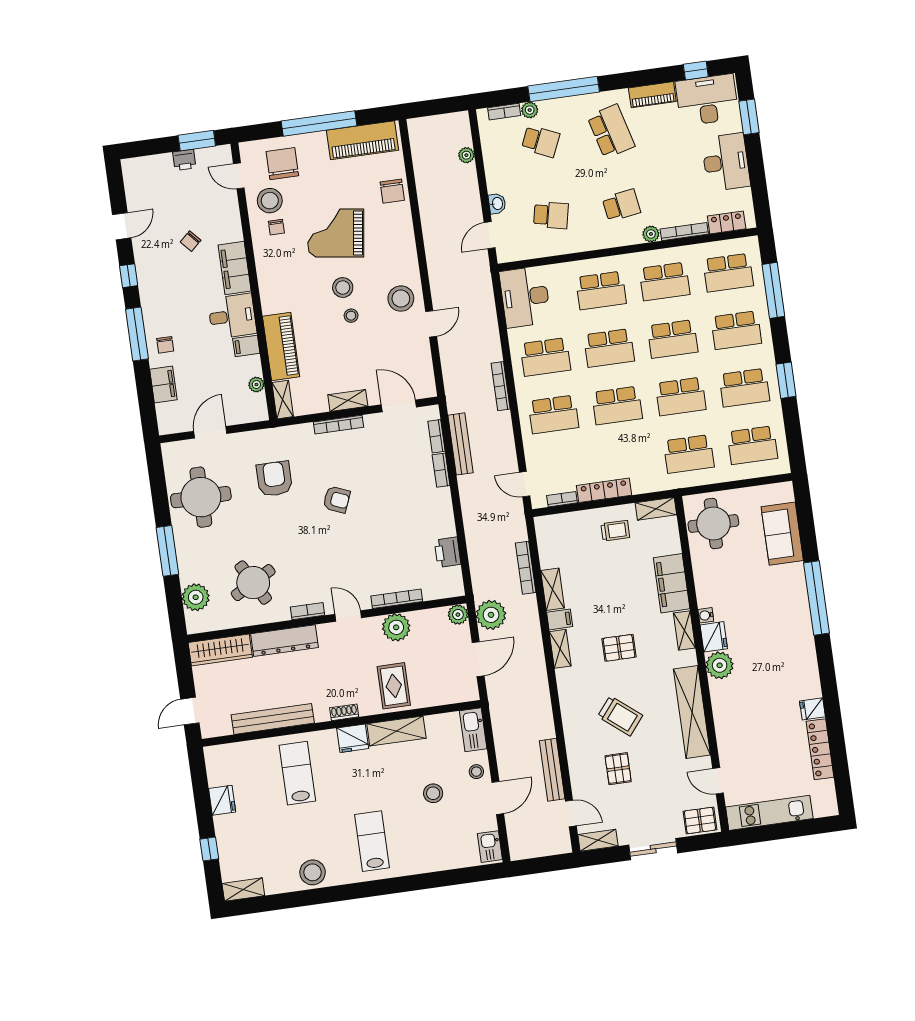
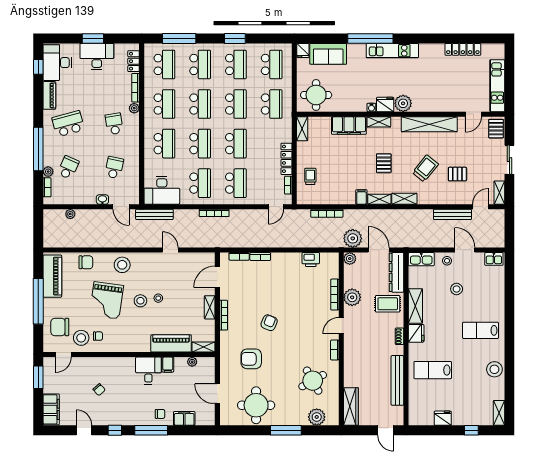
window: (749, 117) -> (93, 38), moved
printer: (184, 160) -> (49, 386), removed
filing cabinet: (235, 268) -> (51, 409), moved, turned -90
stool: (401, 299) -> (122, 265), moved
bench: (461, 444) -> (154, 214), moved
trolley: (615, 531) -> (310, 176), moved
shelving: (553, 589) -> (404, 199), moved
kitchen unit: (802, 636) -> (392, 51), added
dresser: (285, 641) -> (397, 272), moved, turned 180
fridge: (812, 709) -> (303, 50), moved

